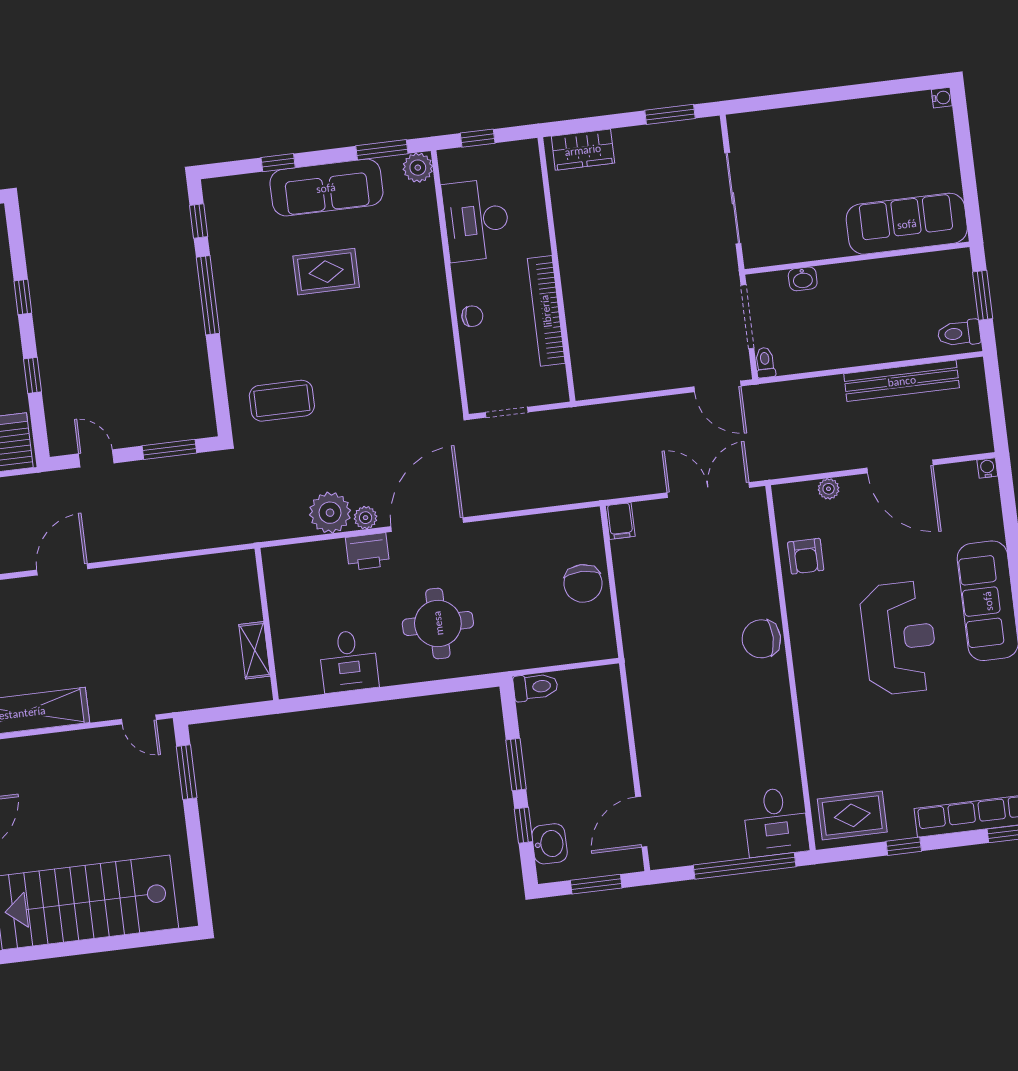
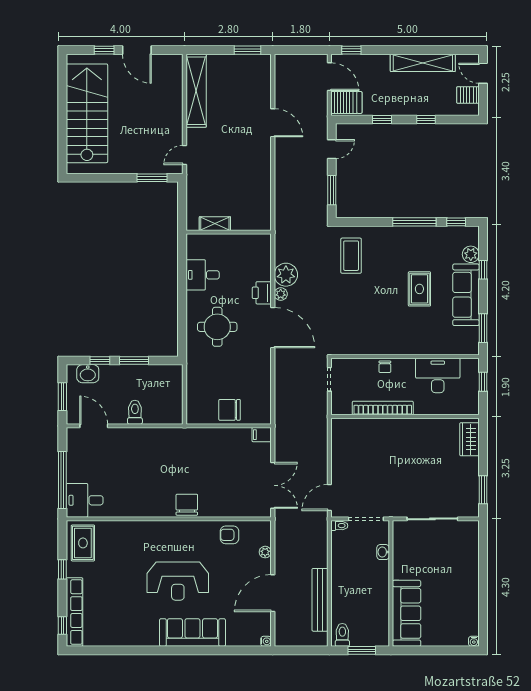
plant: (418, 168) -> (471, 254), moved
toilet: (536, 687) -> (135, 412), moved, turned 180

